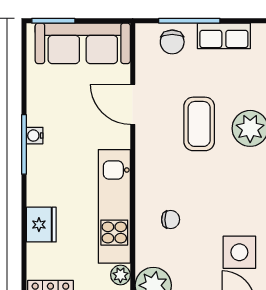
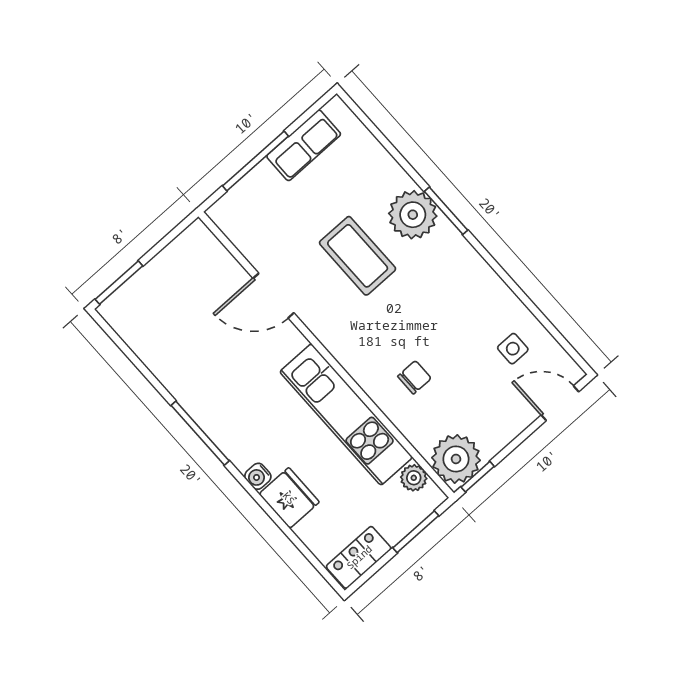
chair: (172, 42) -> (257, 198), removed
sofa: (83, 43) -> (169, 279), removed
water cooler: (35, 136) -> (258, 476), moved
side table: (239, 252) -> (513, 349), width x0.54, depth x0.54

